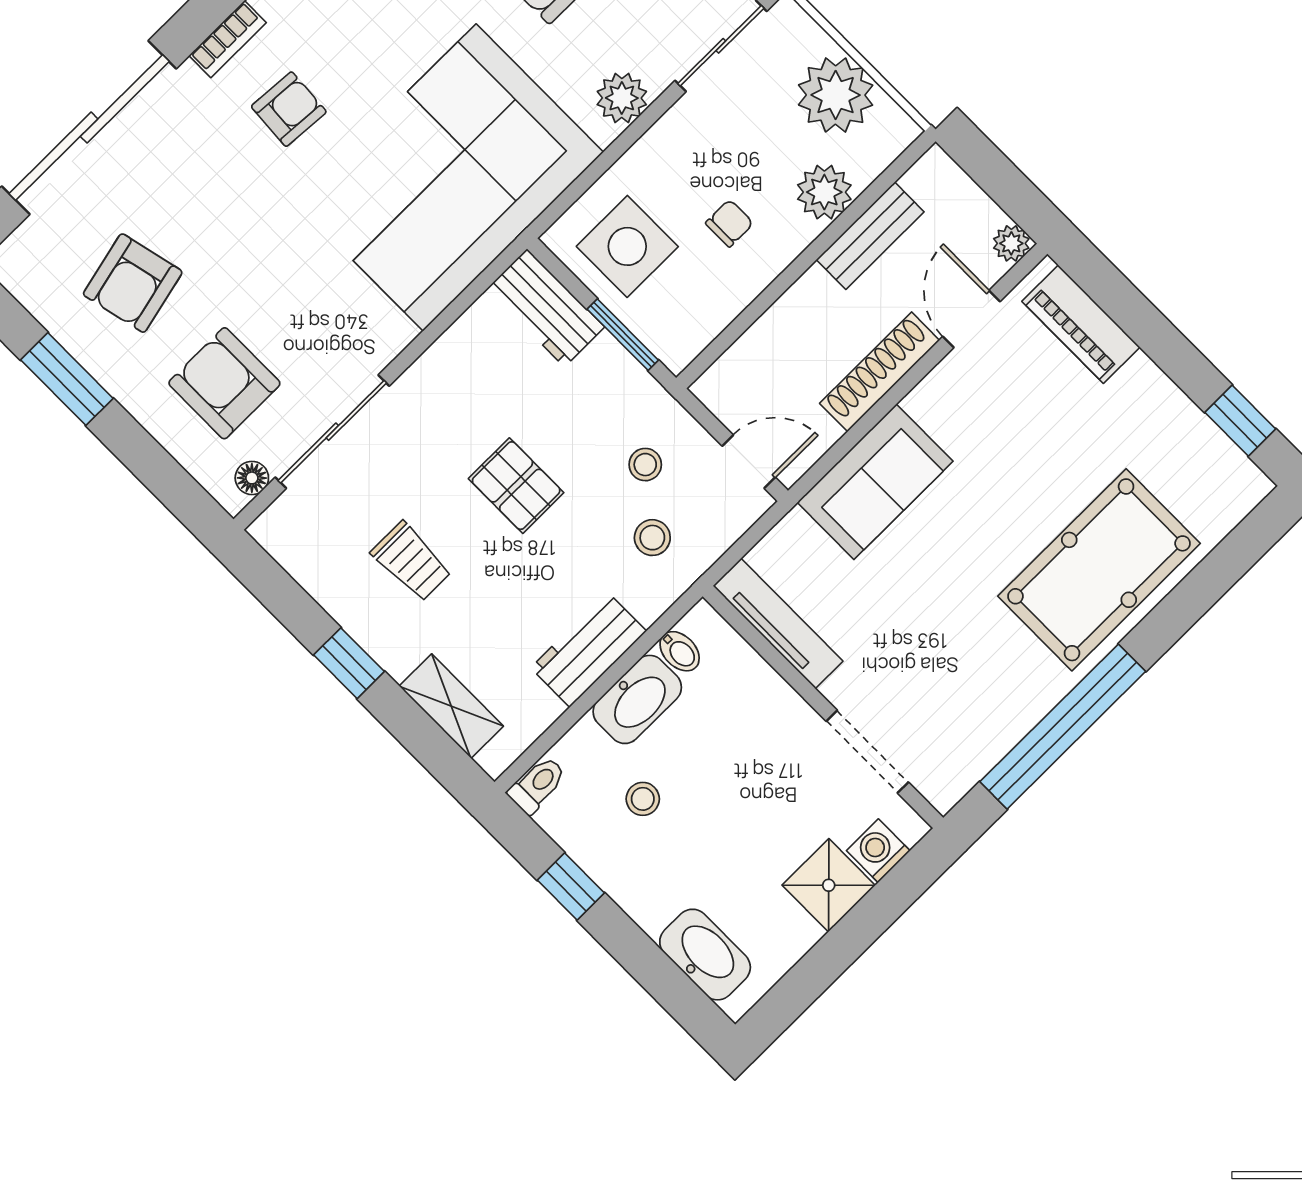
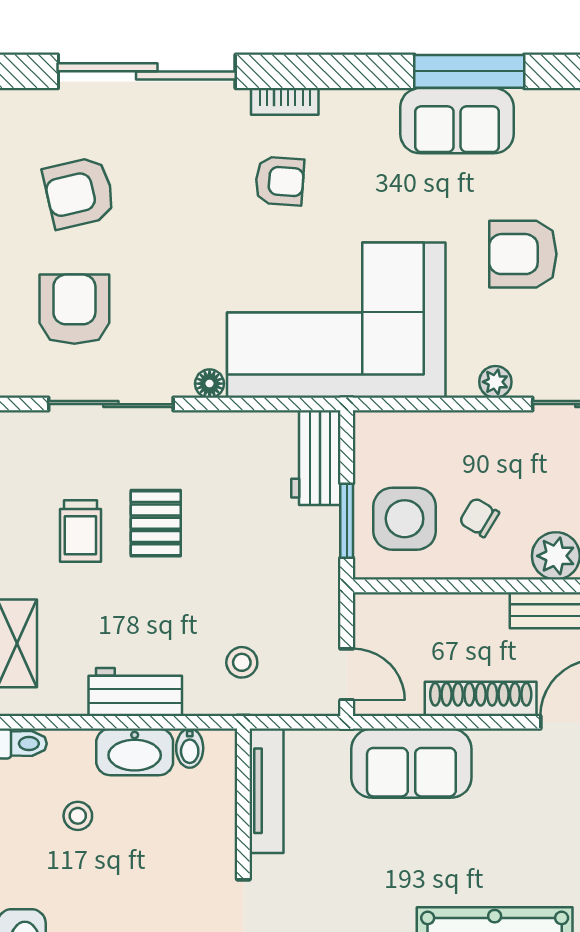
plant: (622, 98) -> (495, 382), width x0.73, depth x0.73
chair: (729, 223) -> (479, 517), turned -149
side table: (627, 246) -> (405, 519), moved
stool: (645, 465) -> (282, 614), removed
floor lamp: (252, 478) -> (210, 384), moved
pallet: (516, 486) -> (156, 523), moved

